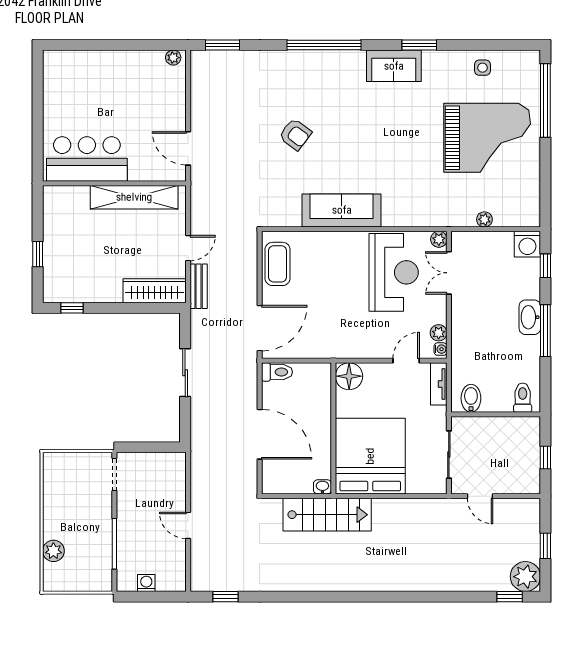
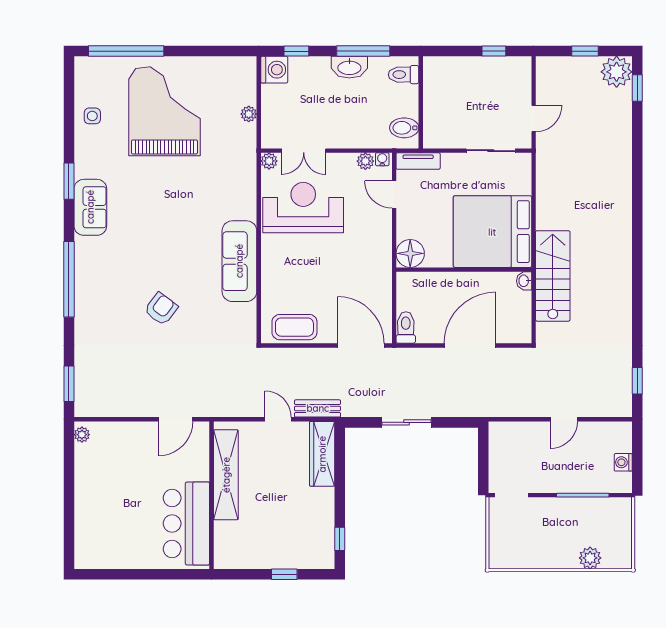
bidet: (471, 398) -> (404, 128), moved
toilet: (523, 398) -> (404, 75), moved
wall: (496, 414) -> (421, 102), moved

